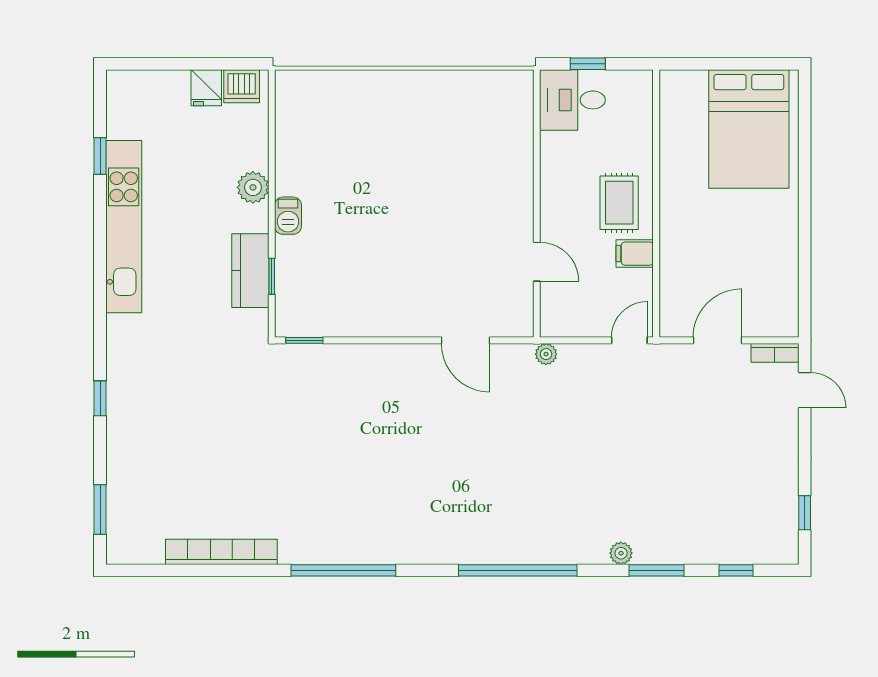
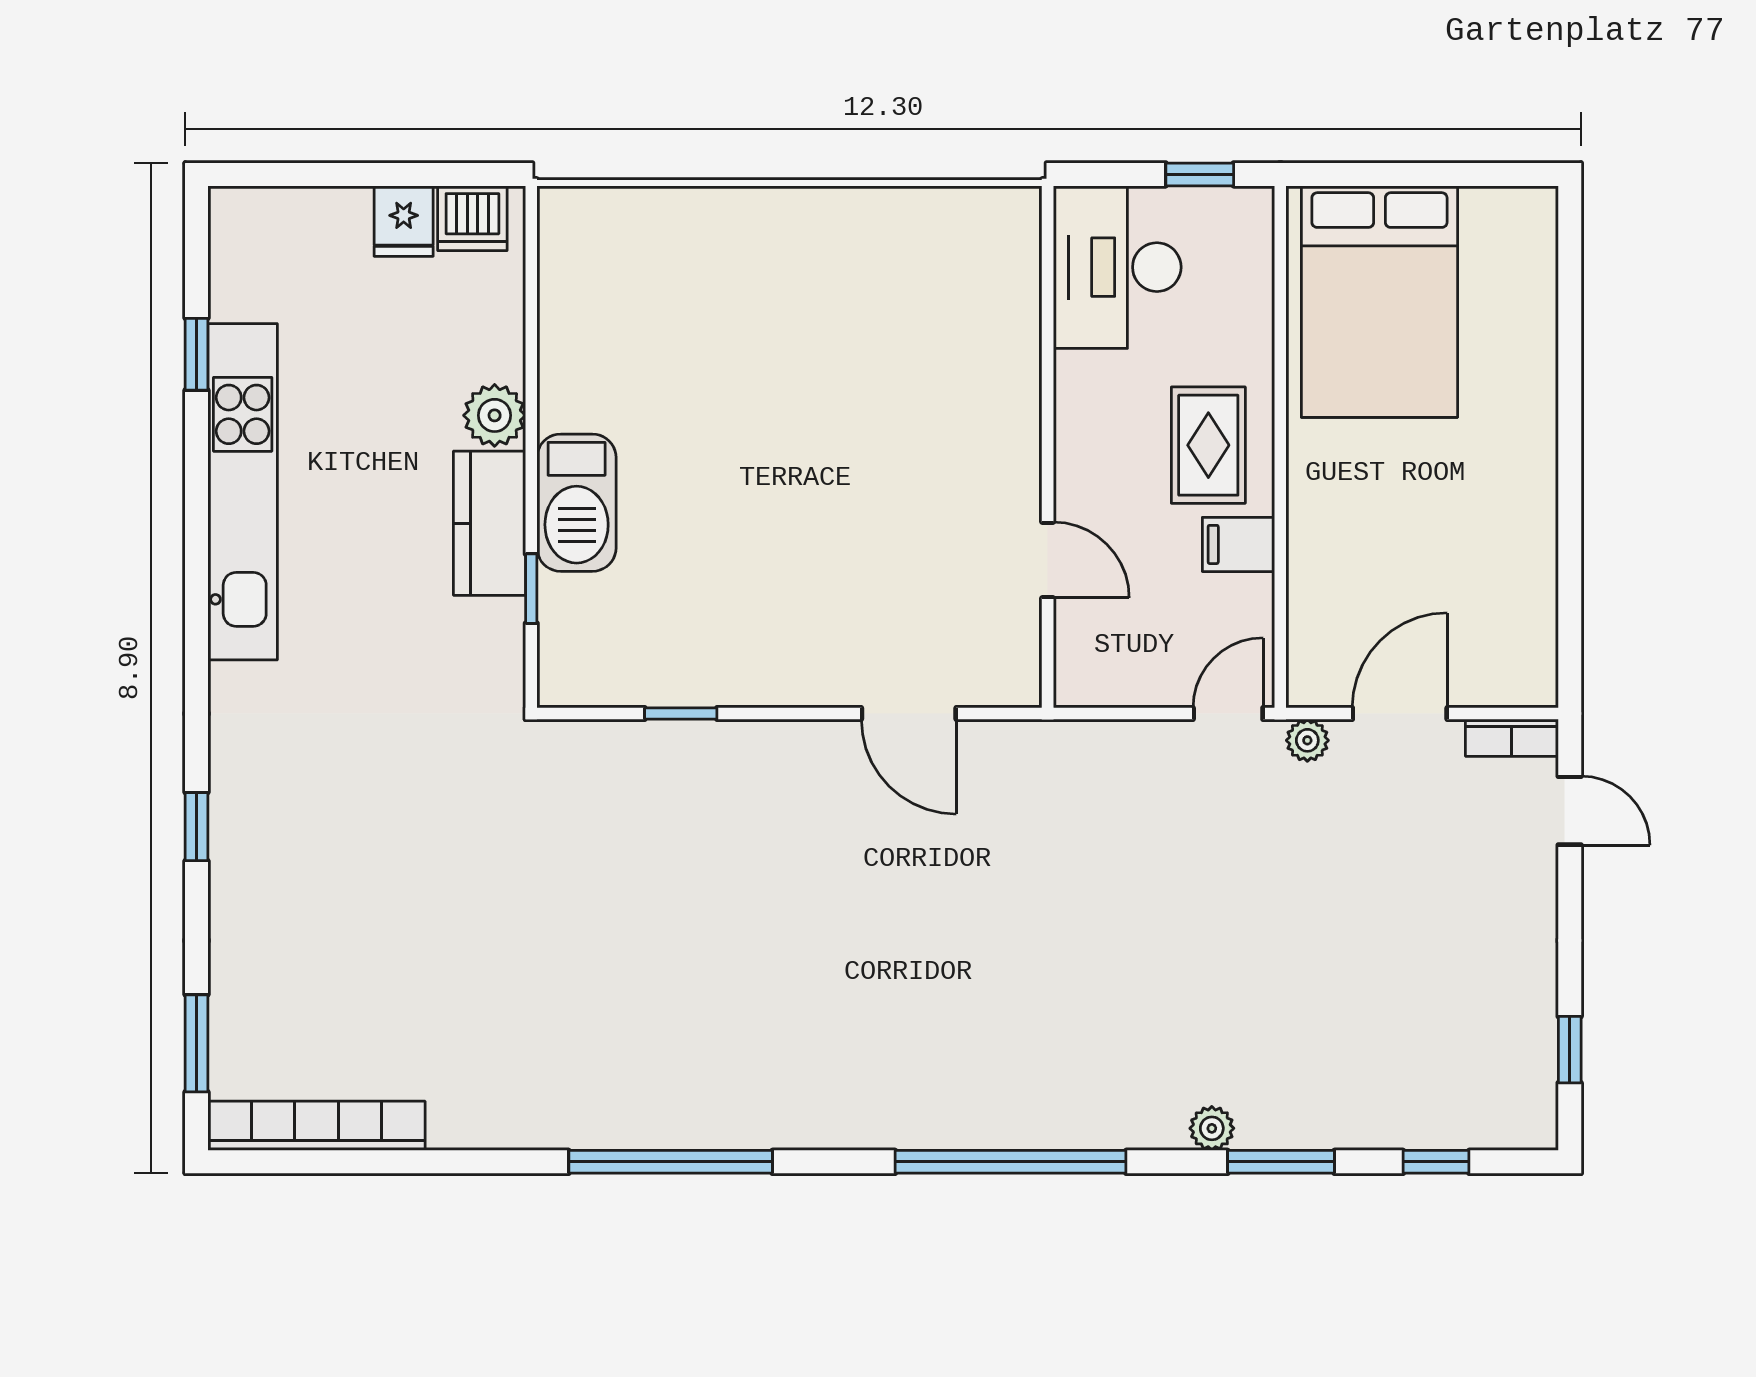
window: (588, 64) -> (1200, 174), moved
desk: (572, 100) -> (1117, 267), width x1.37
bed: (749, 129) -> (1379, 302), moved
barbecue: (288, 216) -> (577, 503), width x1.88, depth x1.53
kitchen counter: (250, 271) -> (490, 523), moved
window: (304, 340) -> (681, 714), moved
plant: (546, 354) -> (1307, 740), moved
bookcase: (221, 552) -> (316, 1126), moved

